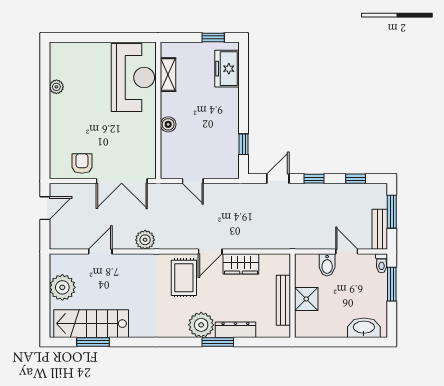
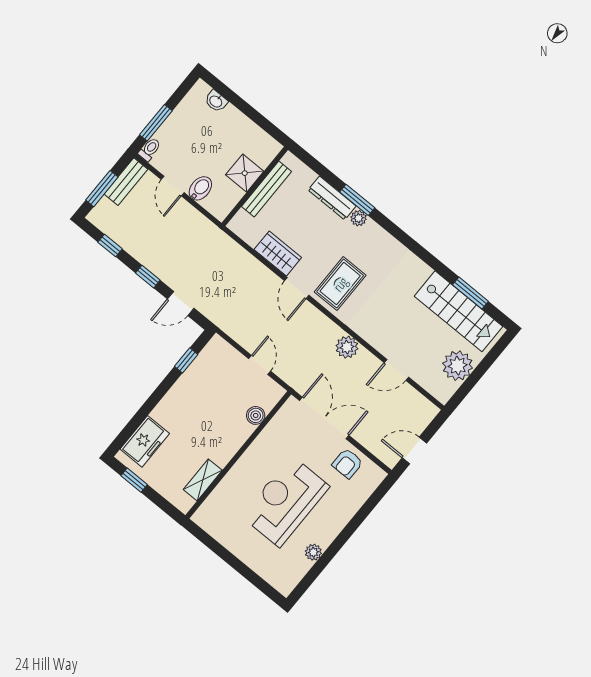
reception desk: (133, 77) -> (285, 501), moved
boiler: (168, 124) -> (256, 415), moved
door: (210, 252) -> (297, 288), swing flipped
plant: (201, 325) -> (359, 218), width x0.53, depth x0.53
washbasin: (364, 328) -> (216, 101), width x0.52, depth x0.69

